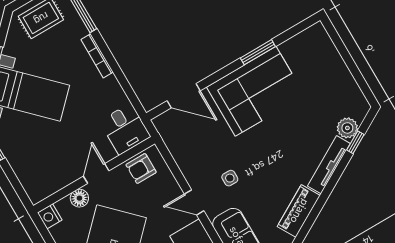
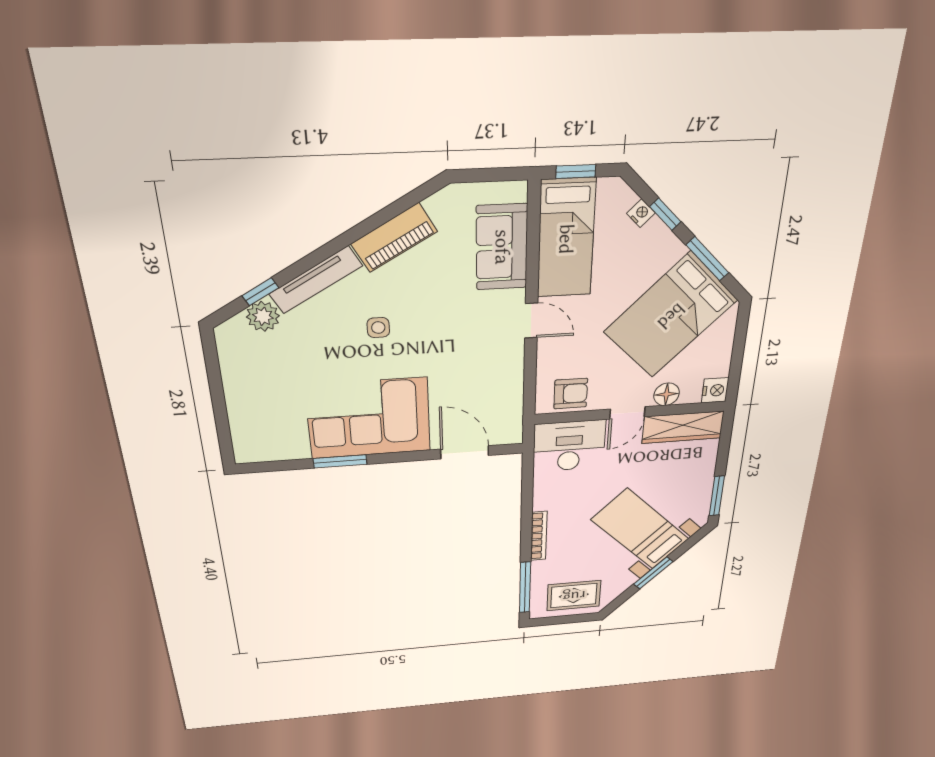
desk: (125, 129) -> (569, 446), width x1.37
side table: (230, 178) -> (378, 328), moved
wardrobe: (53, 182) -> (683, 427), added

